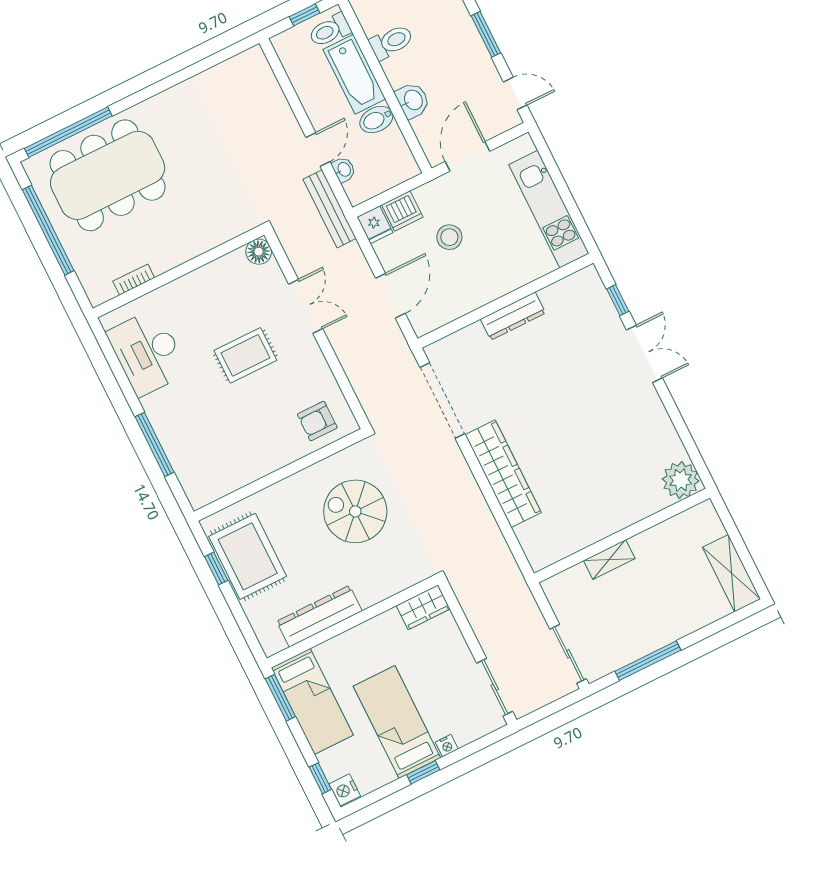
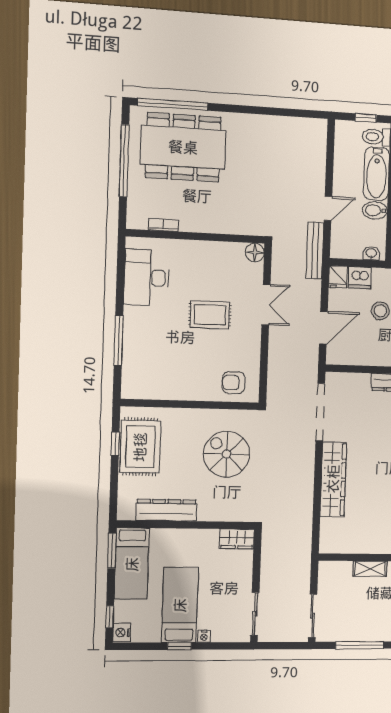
washbasin: (344, 170) -> (371, 253), moved, turned -90

